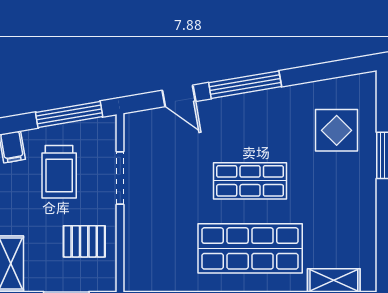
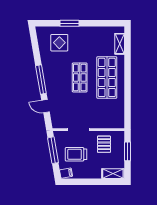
door: (179, 96) -> (45, 106), swing flipped
trolley: (59, 172) -> (76, 154), turned 180

